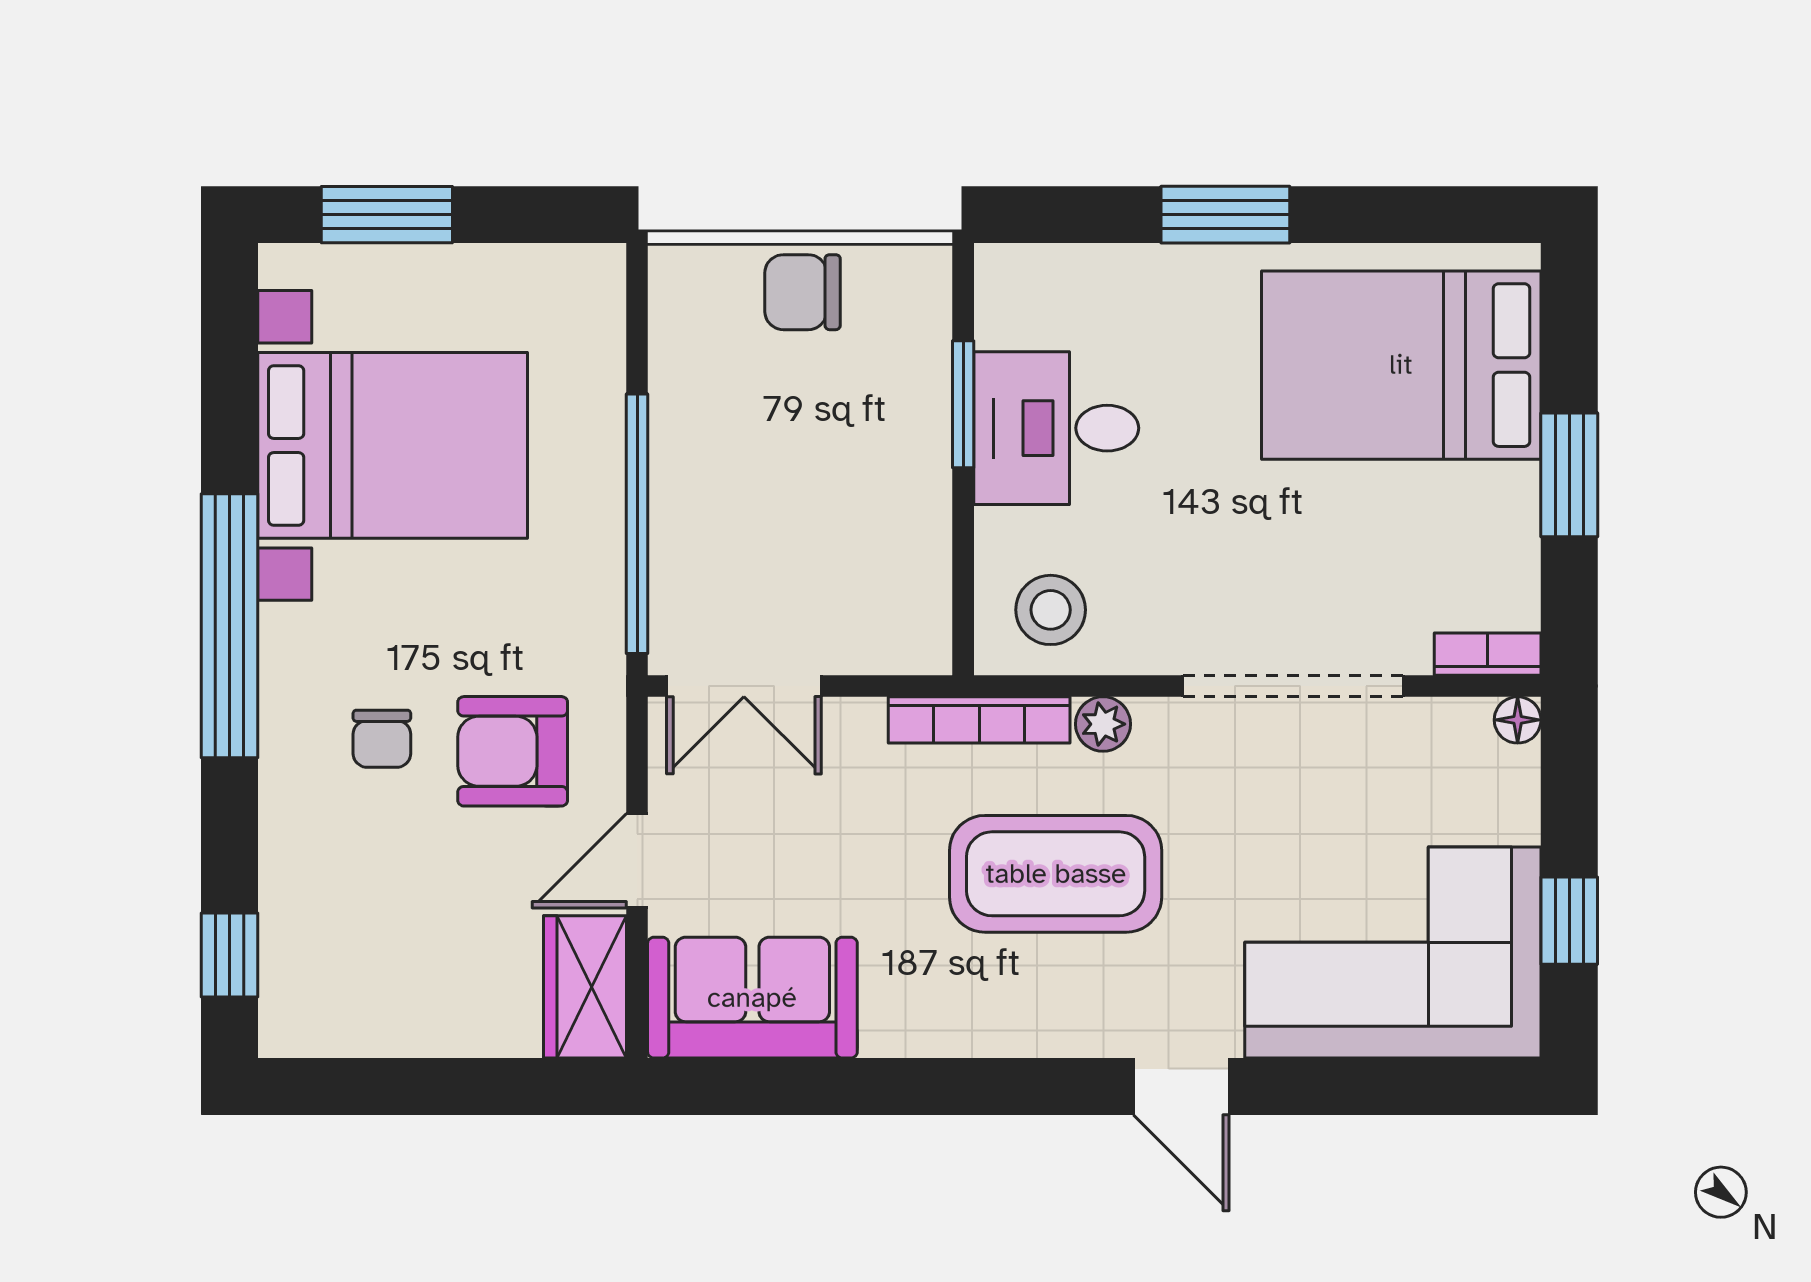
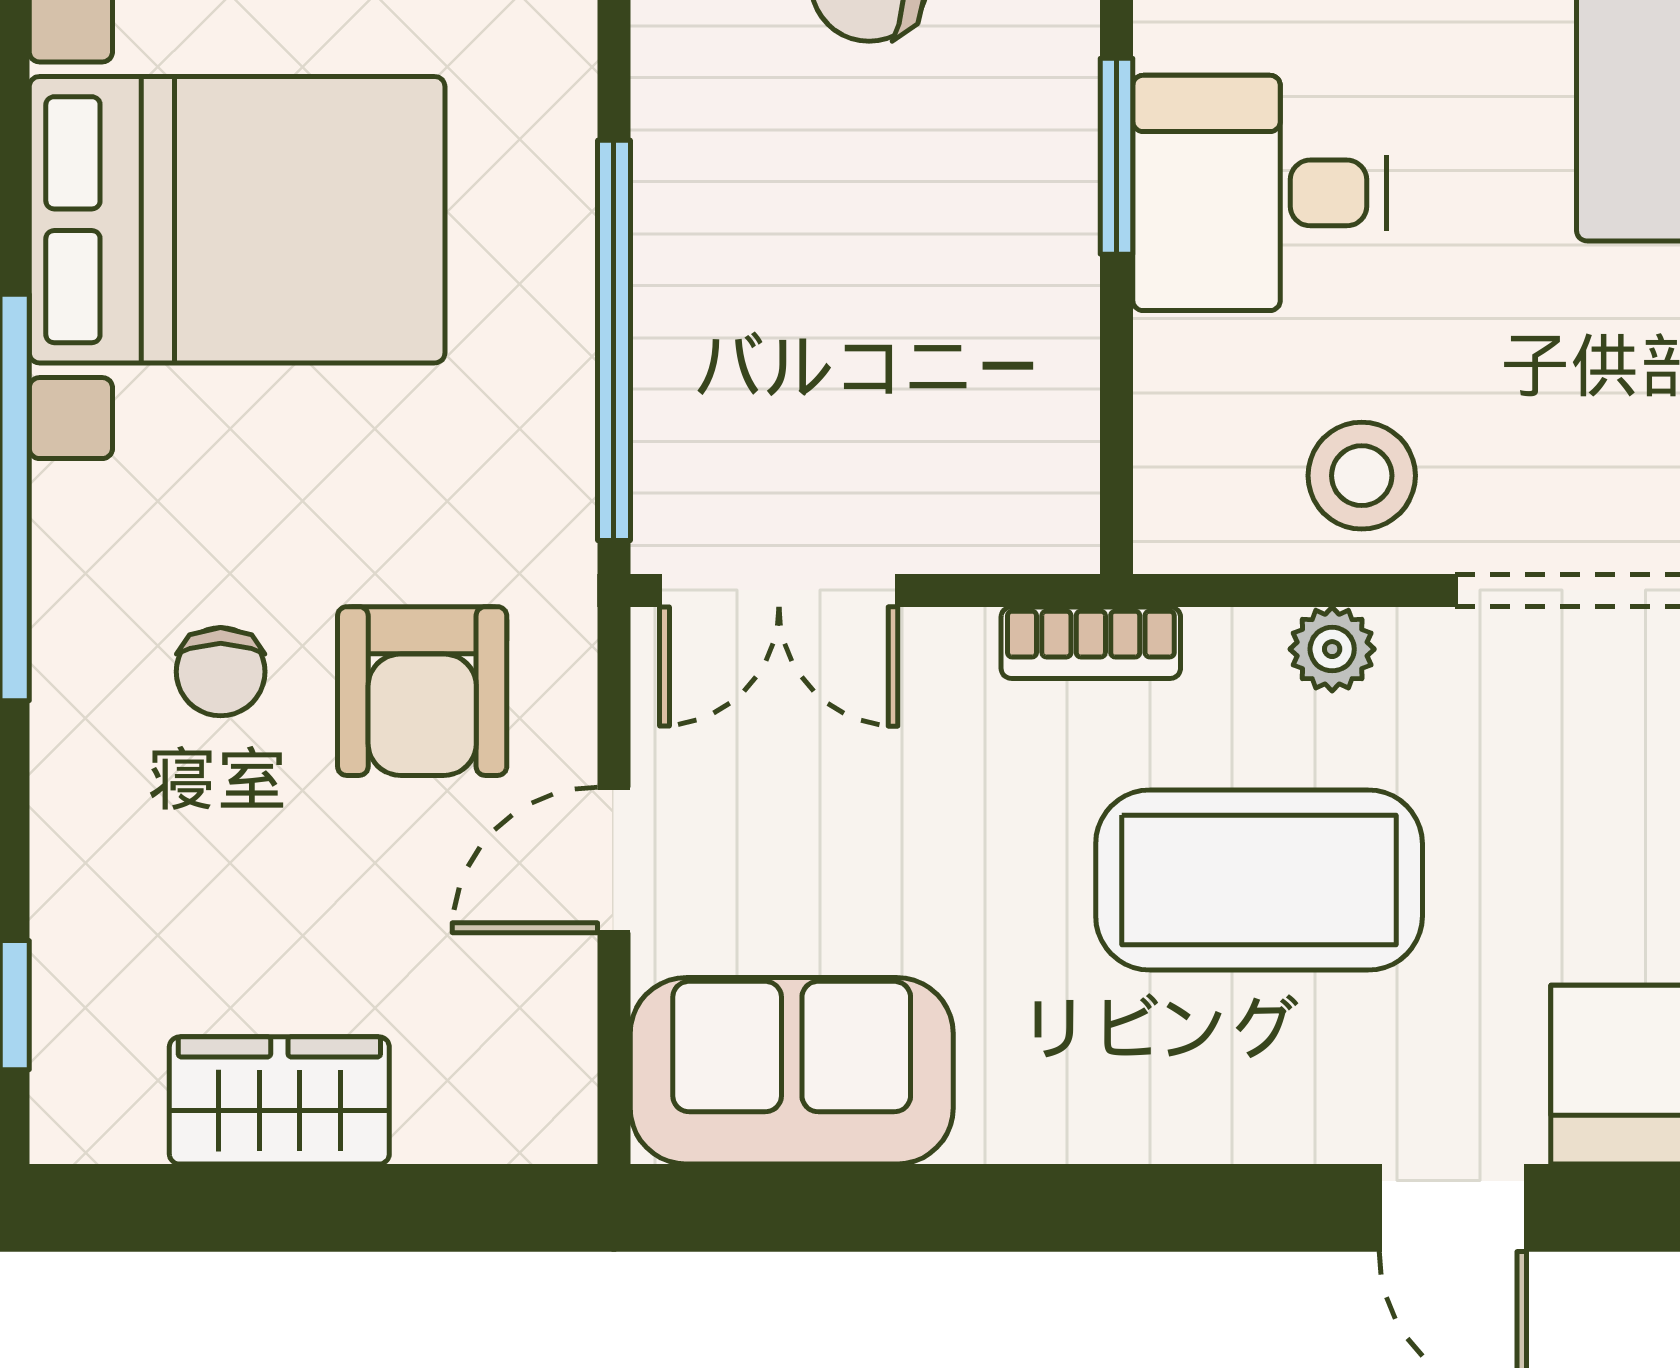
stool: (1051, 610) -> (1362, 476), moved
bookcase: (979, 720) -> (1091, 643), width x0.64
armchair: (513, 751) -> (422, 691), turned -90
wardrobe: (585, 987) -> (279, 1100), moved, turned 90

